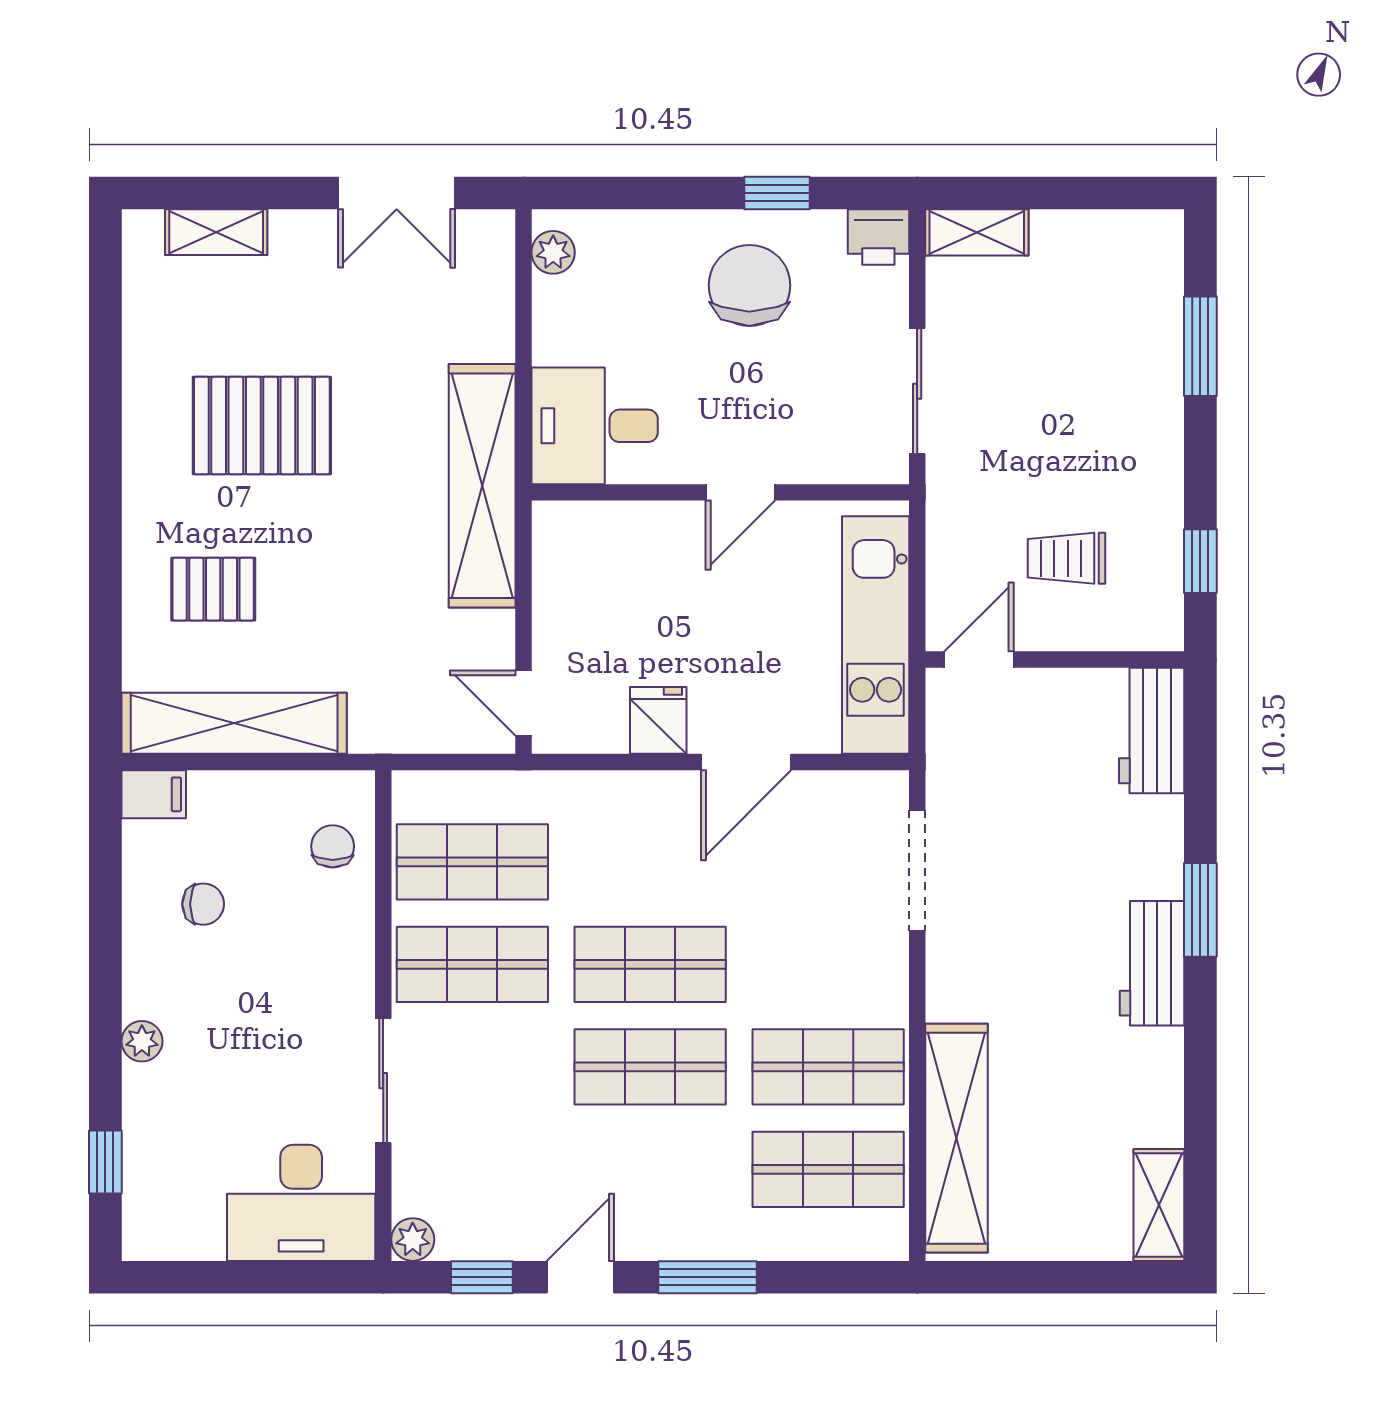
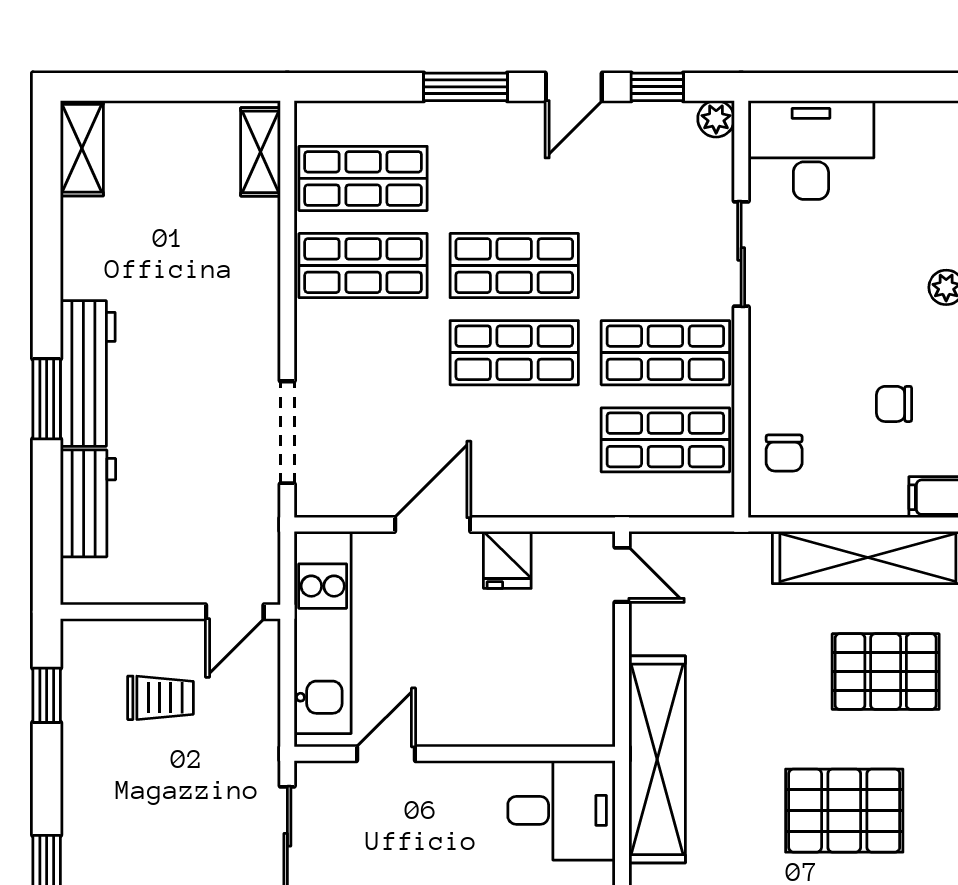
door: (740, 492) -> (386, 754), moved
pallet: (213, 589) -> (886, 672), width x1.50, depth x1.42
workbench: (1152, 731) -> (88, 503), moved
workbench: (1152, 963) -> (88, 373), width x1.37
shelving: (956, 1138) -> (261, 152), width x0.45, depth x0.75

